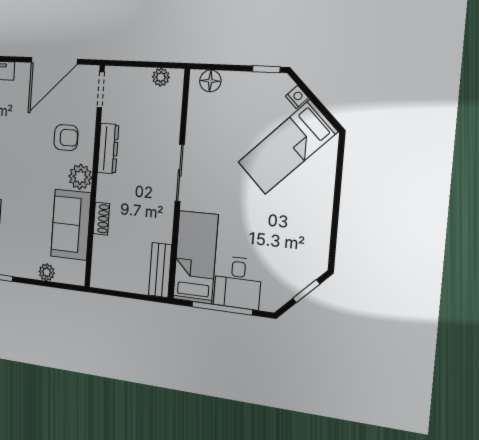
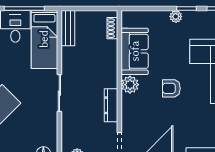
armchair: (66, 138) -> (171, 88), moved
shoe rack: (101, 219) -> (112, 28), moved
plant: (47, 272) -> (176, 16), moved

